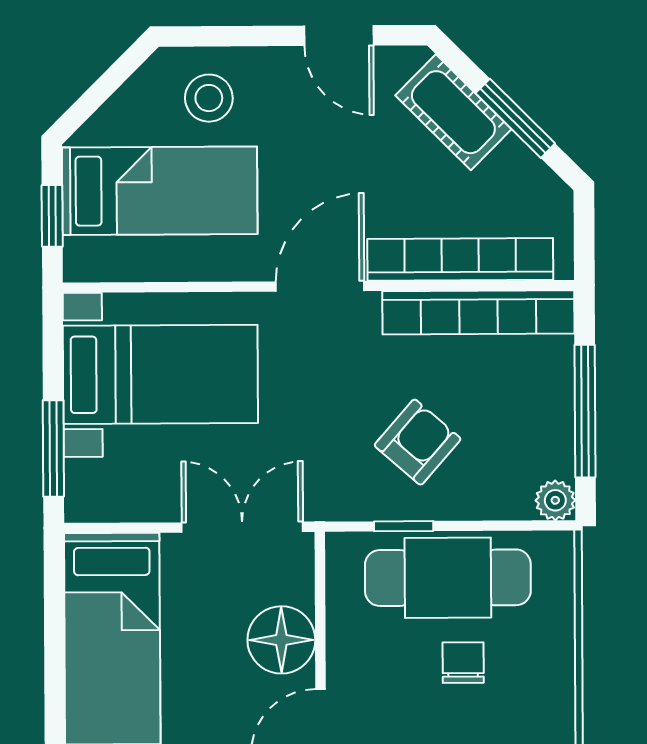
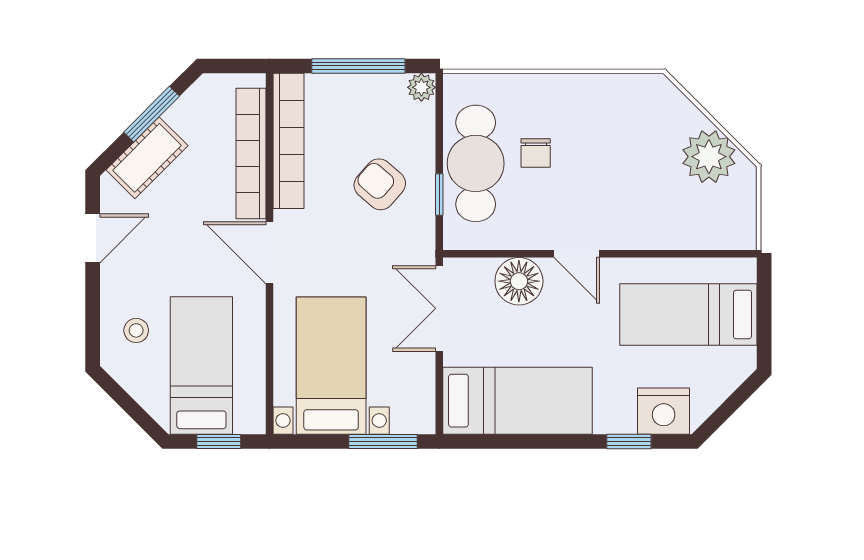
stool: (209, 98) -> (136, 330), width x0.73, depth x0.73
chair: (463, 663) -> (536, 153), turned -90

